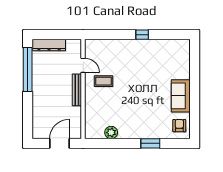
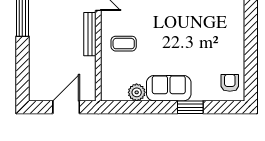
coffee table: (103, 81) -> (124, 44), moved
sofa: (181, 96) -> (169, 88), moved, turned 90

